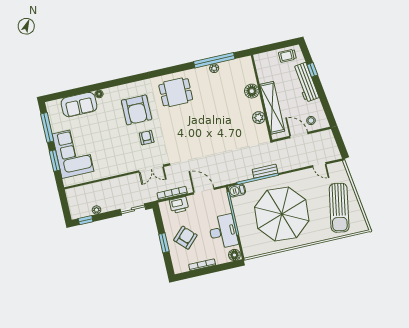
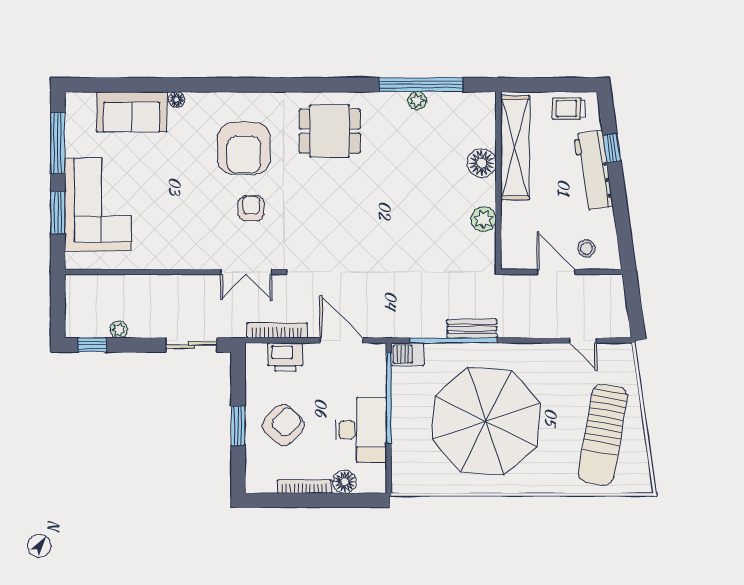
shelving: (272, 108) -> (515, 148), moved
floor lamp: (234, 255) -> (345, 482), moved

